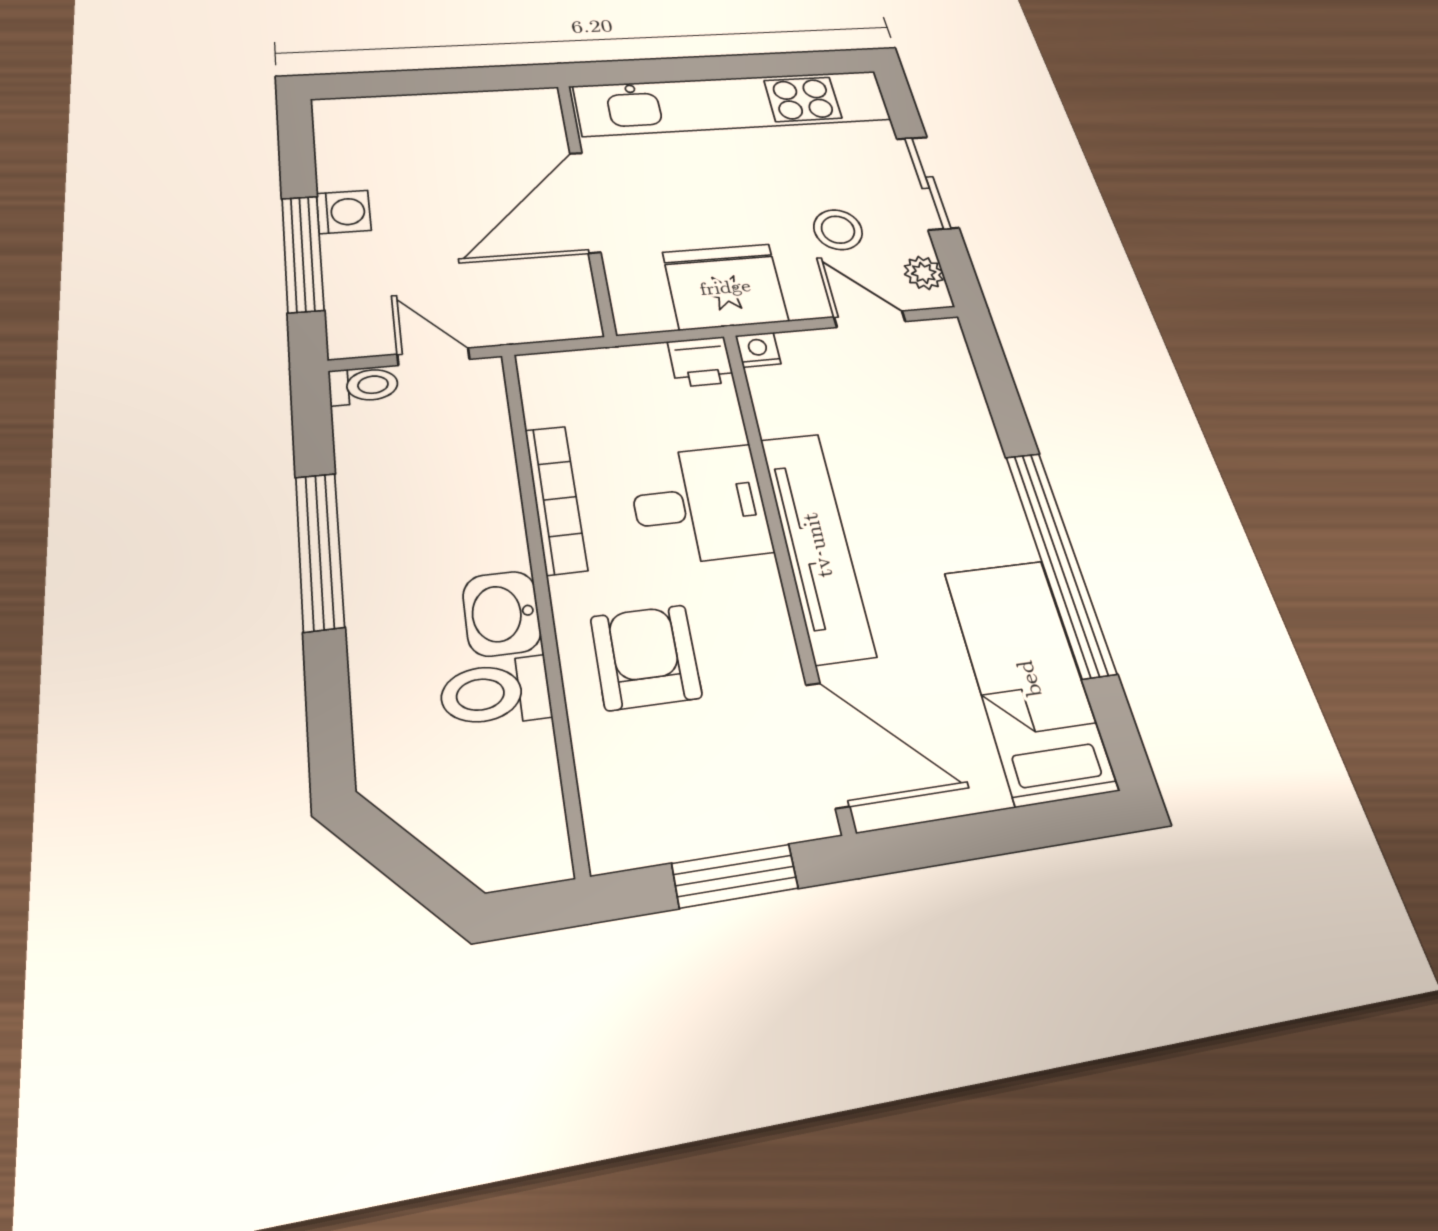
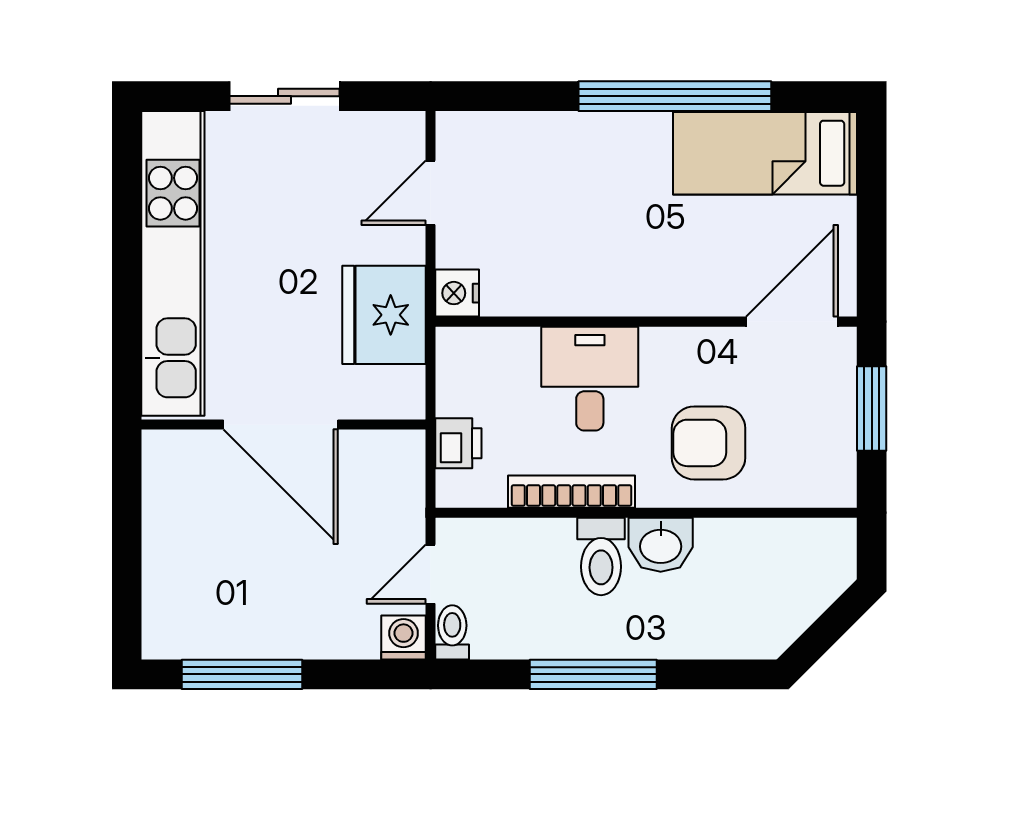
washing machine: (344, 212) -> (404, 638), moved
stool: (838, 230) -> (332, 197), removed
window: (303, 253) -> (242, 674), moved
plant: (924, 273) -> (386, 129), removed
nightstand: (758, 350) -> (457, 293), width x1.39, depth x1.35
printer: (701, 362) -> (458, 443), moved
tv unit: (817, 545) -> (636, 292), removed
toilet: (495, 693) -> (601, 556), moved

